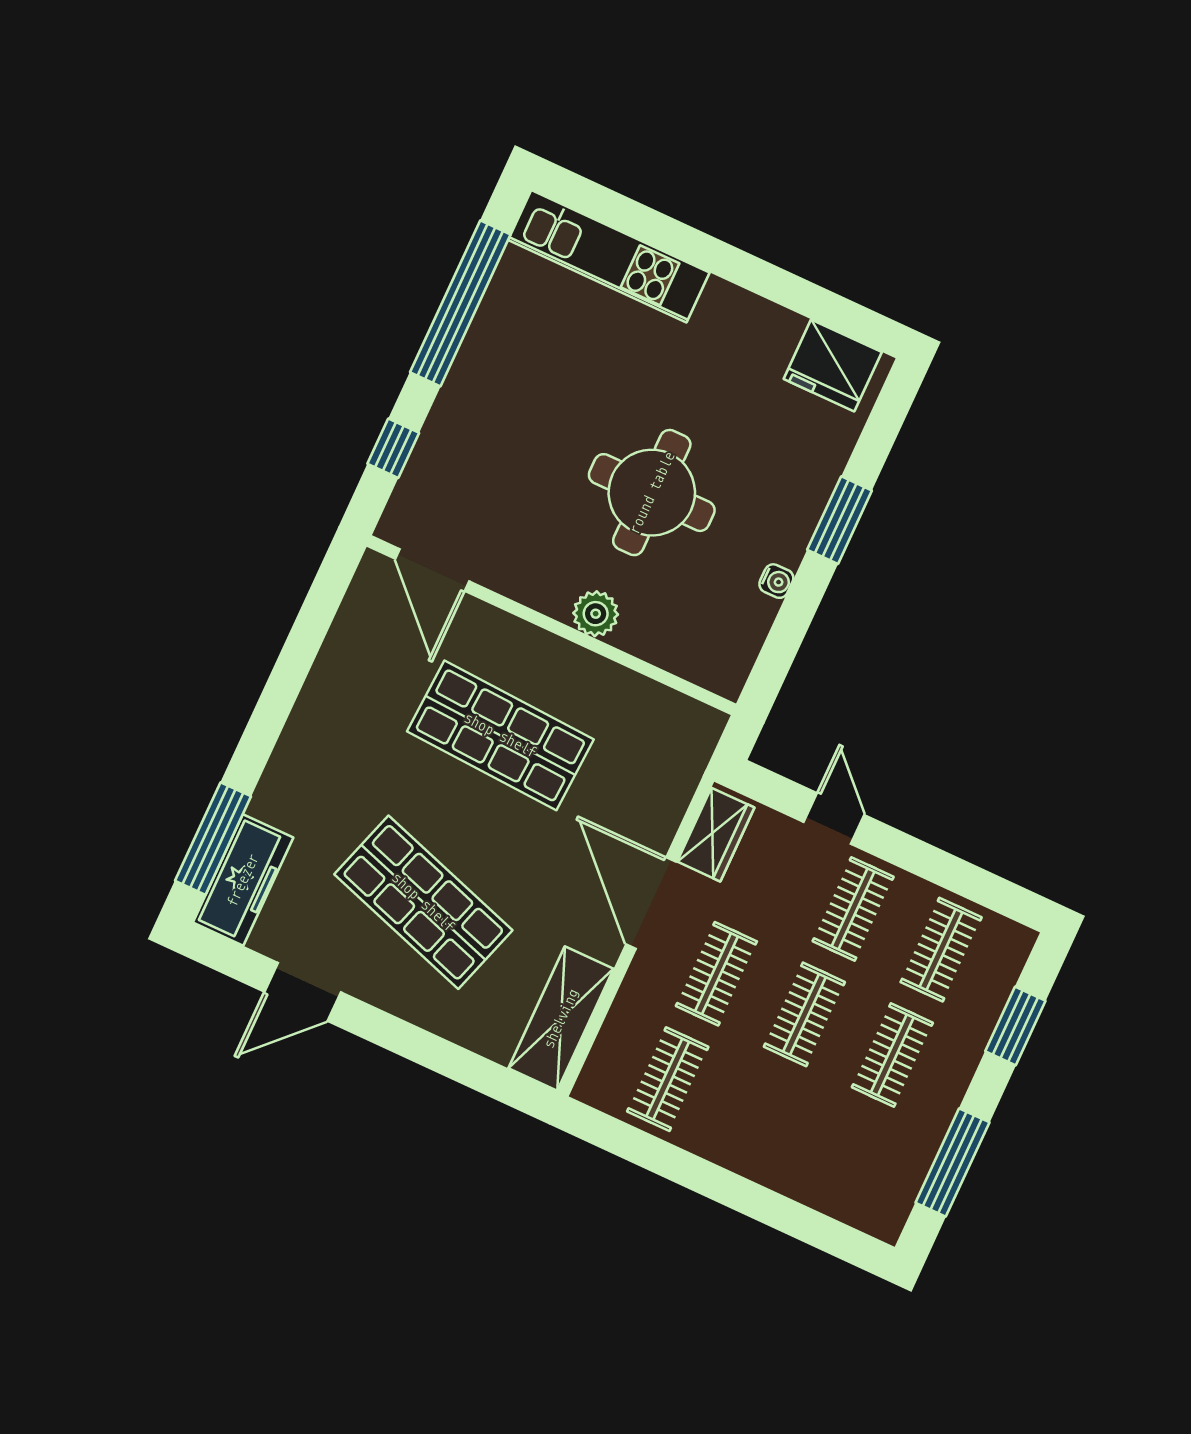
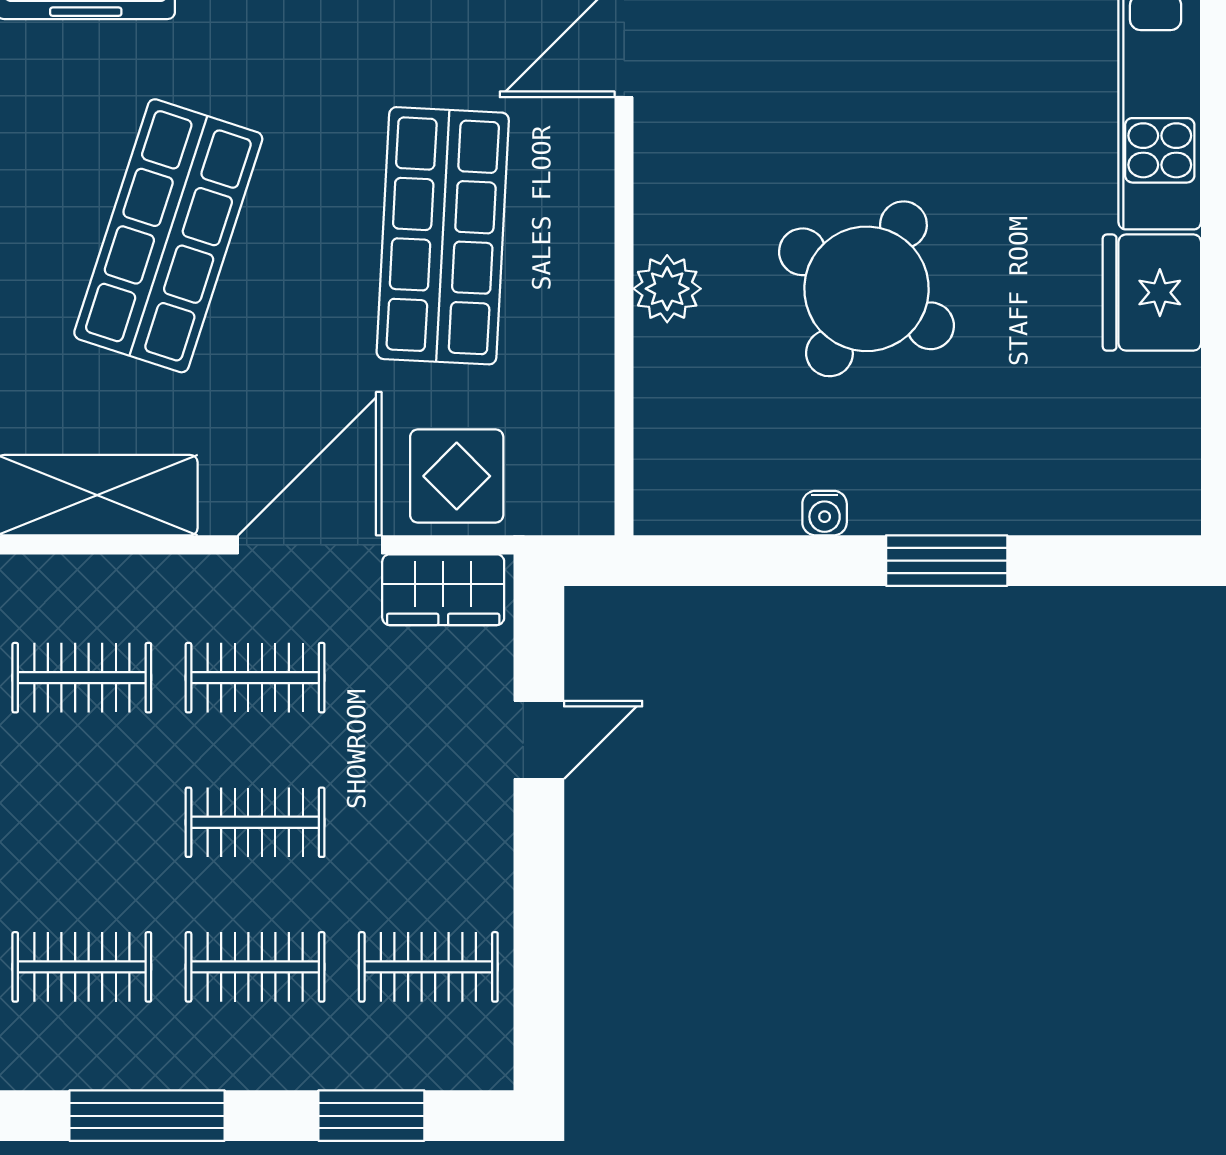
fridge: (833, 365) -> (1152, 293), moved
round table: (652, 493) -> (866, 289), turned 30
display table: (650, 794) -> (457, 476), added
clothes rail: (853, 909) -> (82, 967), moved

